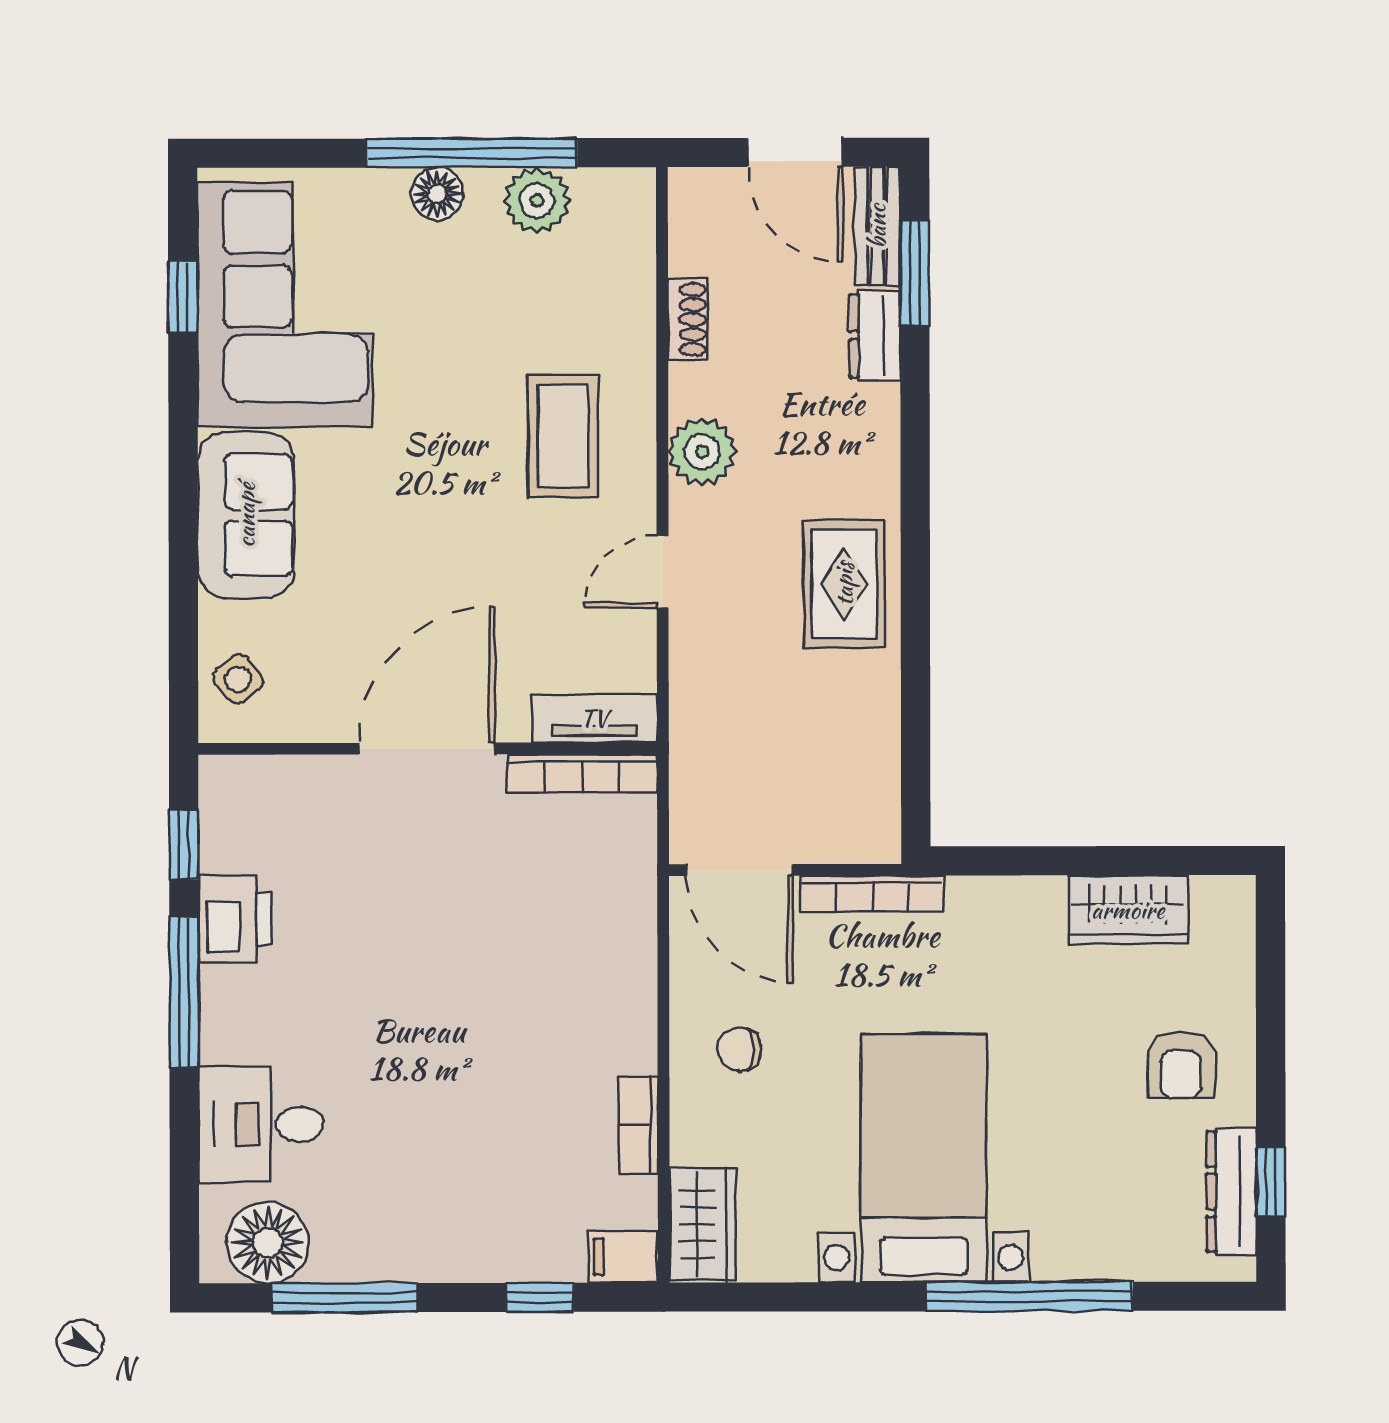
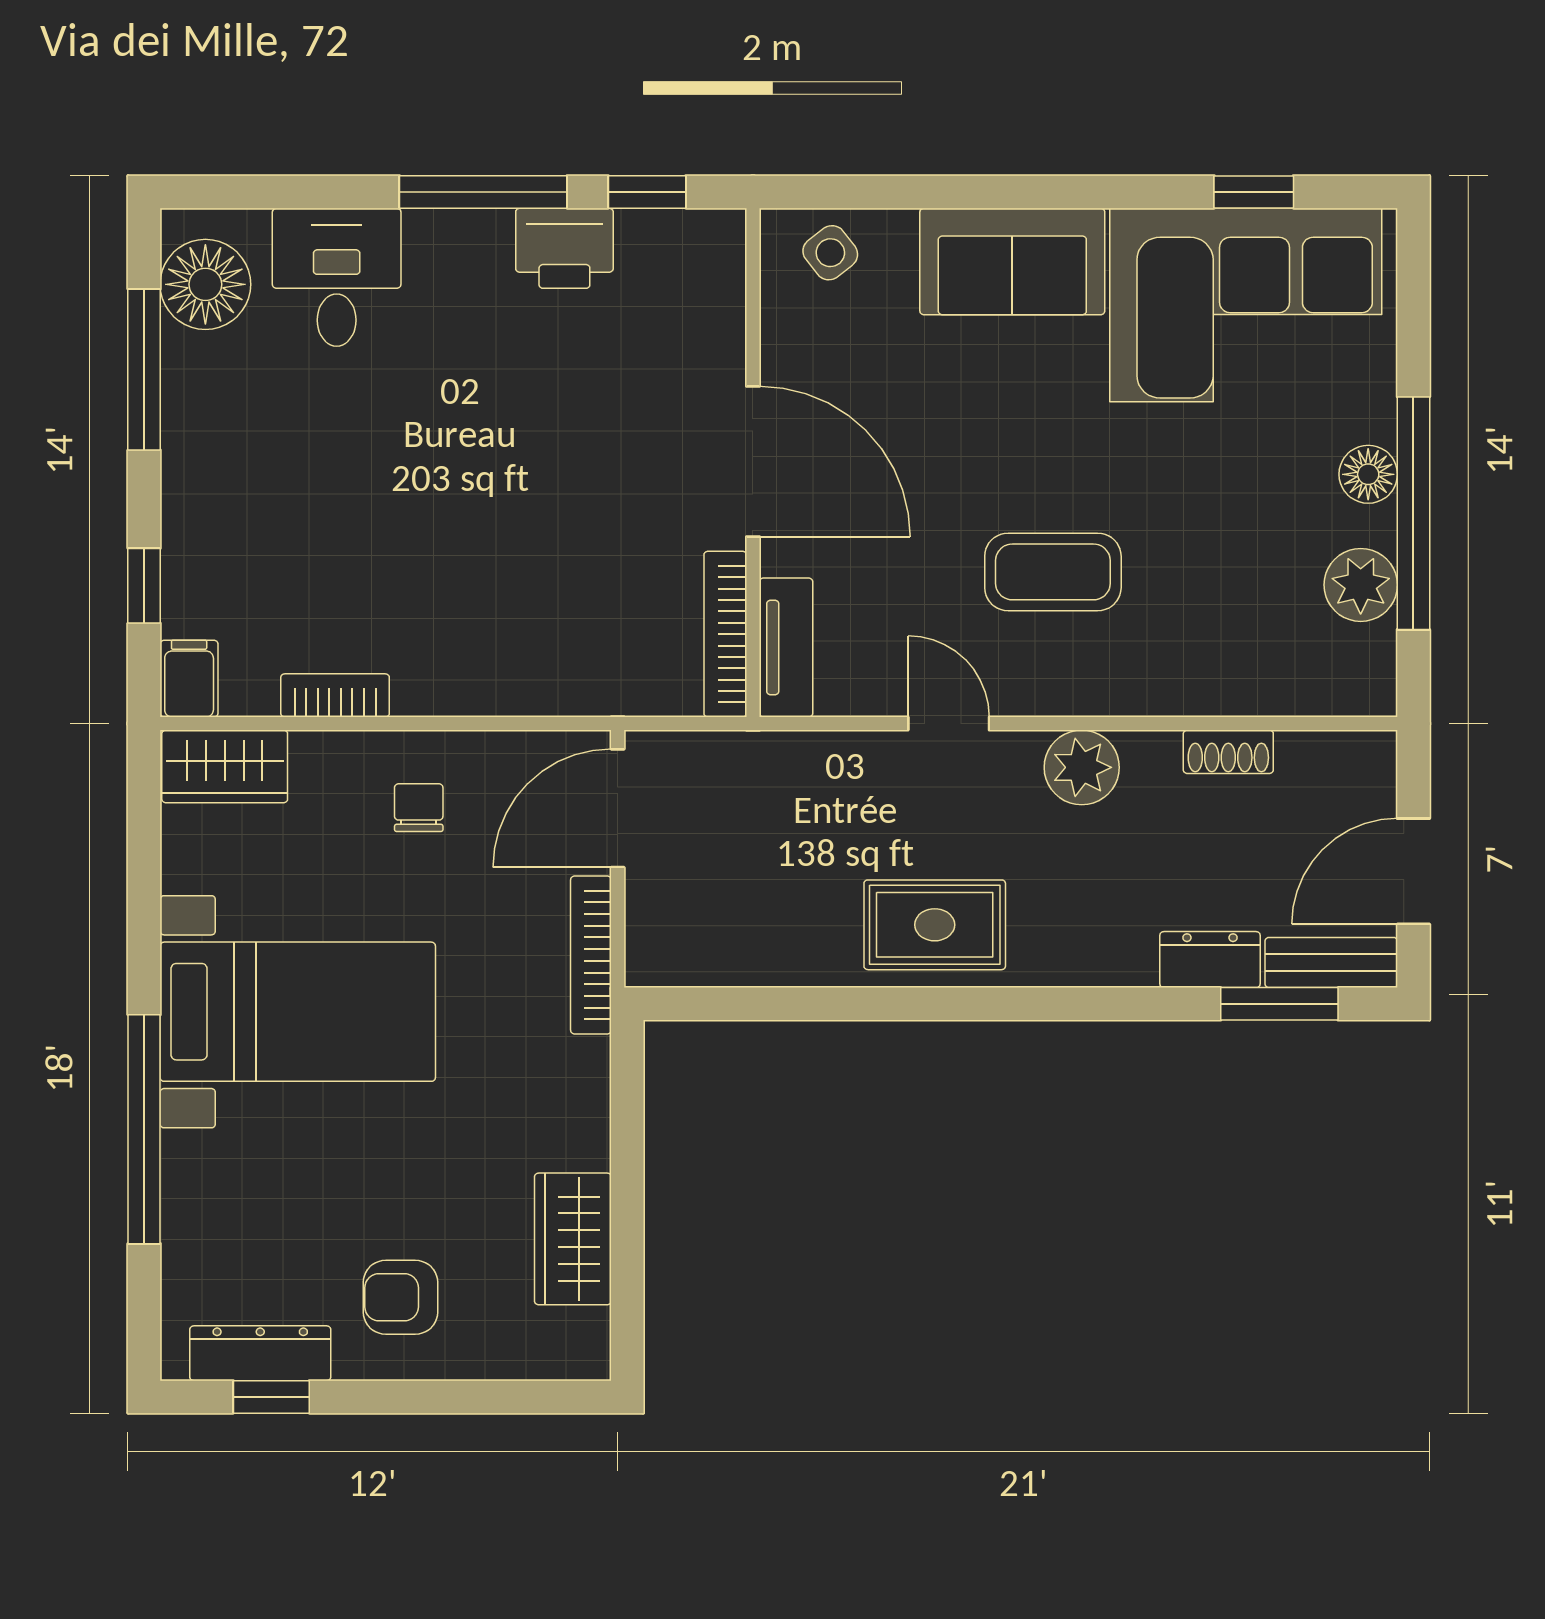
coffee table: (563, 436) -> (1053, 572), moved

